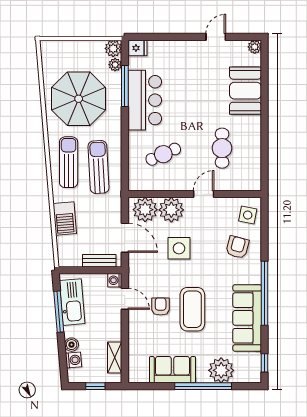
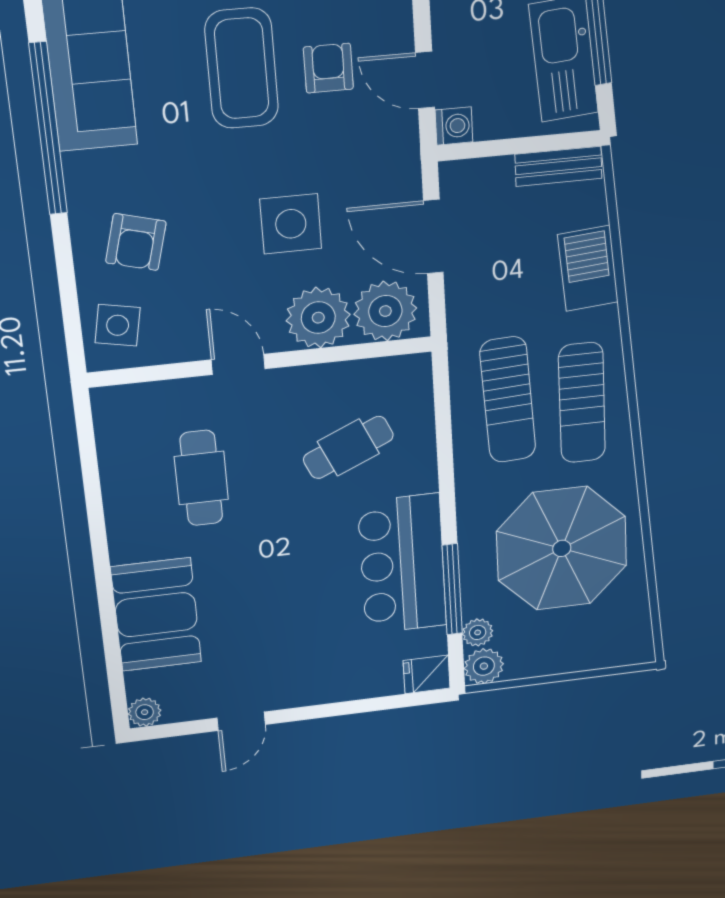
door: (204, 194) -> (238, 364), swing flipped
bench: (99, 261) -> (559, 166), moved
armchair: (161, 307) -> (328, 68), turned 180

